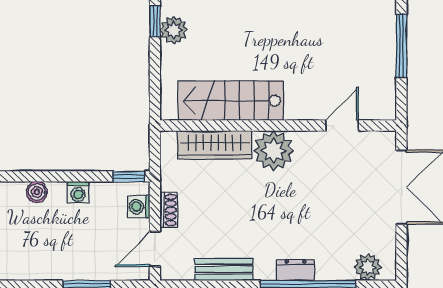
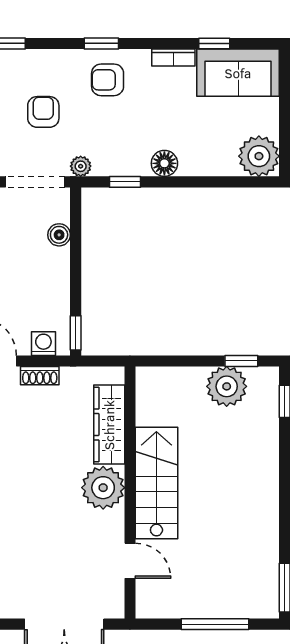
plant: (174, 30) -> (227, 386), width x1.36, depth x1.36
stairs: (231, 101) -> (156, 483), moved
washing machine: (78, 192) -> (59, 279), removed

